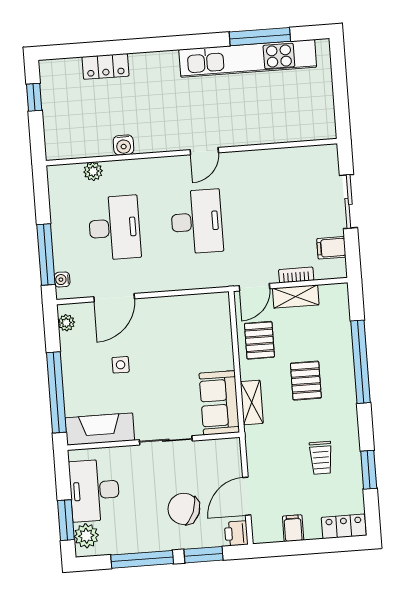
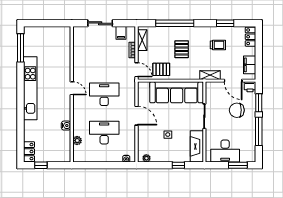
window: (260, 37) -> (21, 48), moved
kitchen unit: (248, 58) -> (30, 88), moved
locker: (105, 66) -> (29, 152), moved
window: (46, 254) -> (114, 165), removed
shelving: (296, 296) -> (142, 40), moved
door: (114, 298) -> (137, 116), moved
pallet: (306, 381) -> (182, 49), turned 90
window: (56, 392) -> (178, 165), width x0.32
shelving: (252, 402) -> (210, 75), moved
sofa: (219, 403) -> (177, 92), width x1.85, depth x1.27
chair: (184, 509) -> (237, 110), turned 68
filing cabinet: (293, 528) -> (250, 65), width x2.00
plant: (86, 536) -> (246, 156), removed

